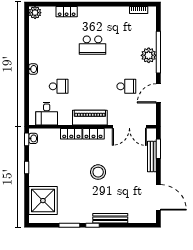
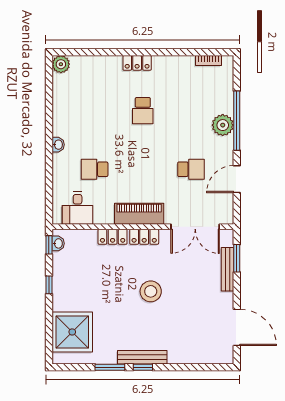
locker: (67, 12) -> (137, 63), moved
school desk: (92, 45) -> (143, 111), width x0.54
school desk: (59, 86) -> (95, 169), turned 180
bench: (110, 218) -> (142, 357), moved

